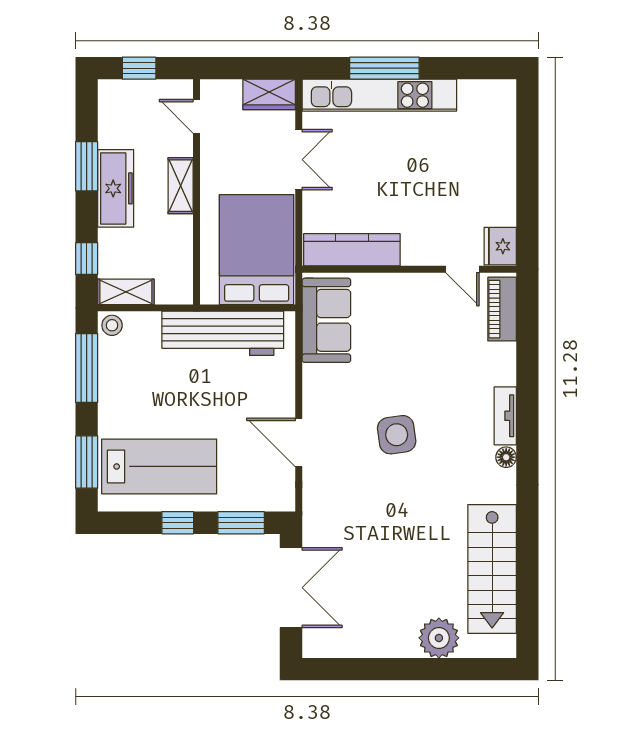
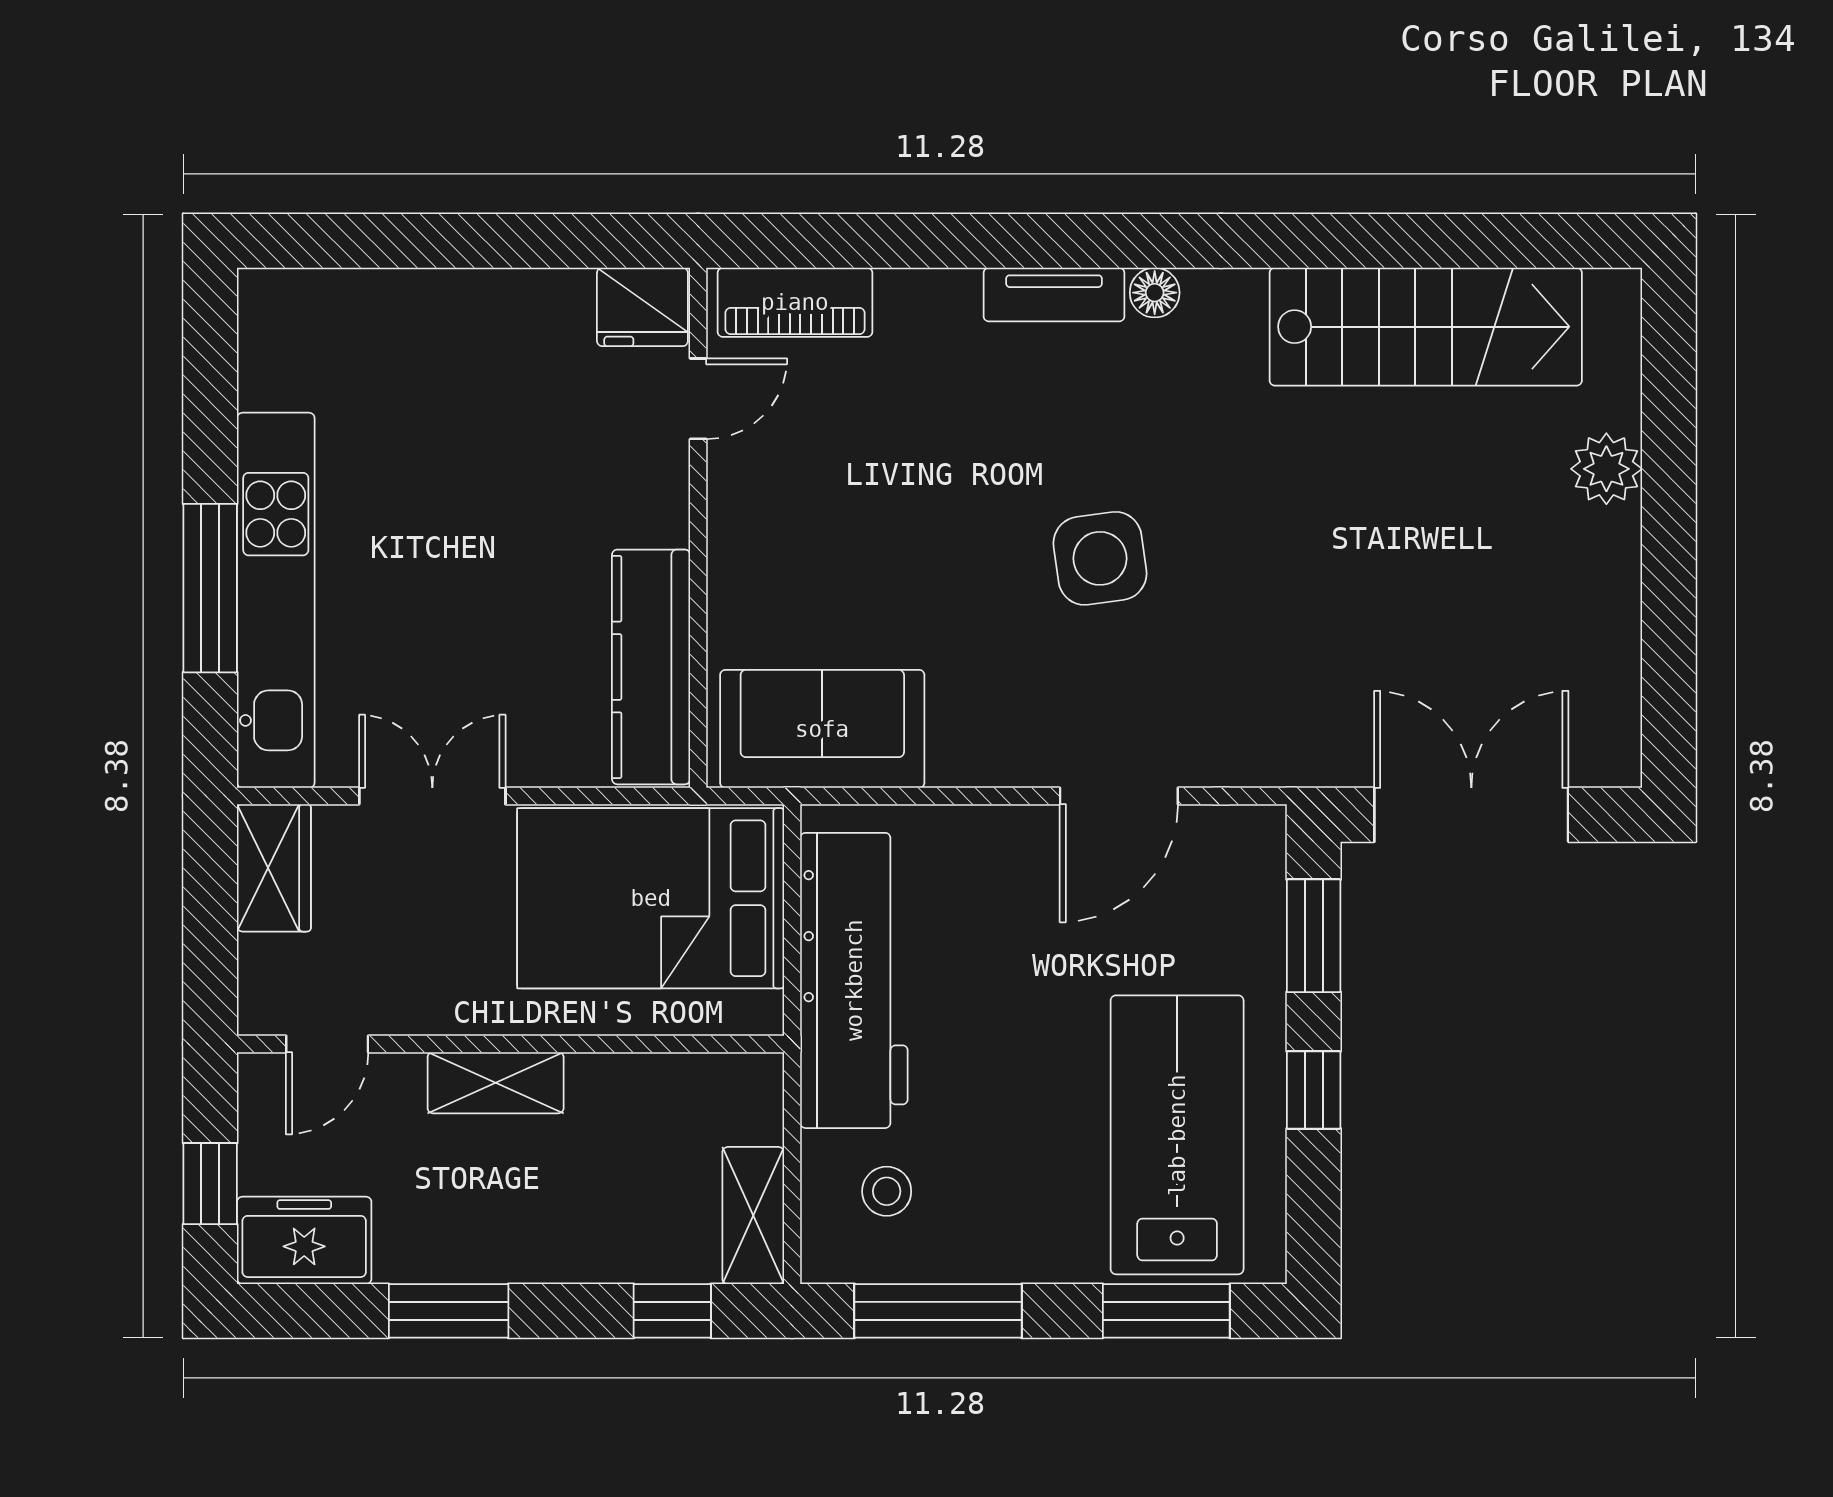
freezer: (116, 188) -> (304, 1240), moved, width x0.71
stool: (112, 325) -> (887, 1191), moved
plant: (439, 638) -> (1606, 469), width x0.73, depth x0.73

